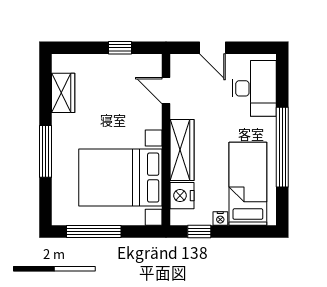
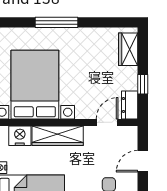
dresser: (145, 63) -> (130, 105), added
wardrobe: (63, 93) -> (128, 49), moved, turned 90

